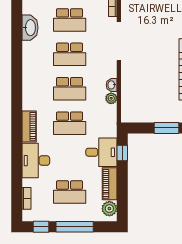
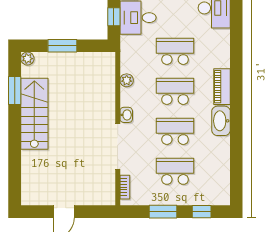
washbasin: (30, 28) -> (221, 121), moved
washbasin: (112, 85) -> (126, 115), moved
piano: (29, 126) -> (222, 87), moved

